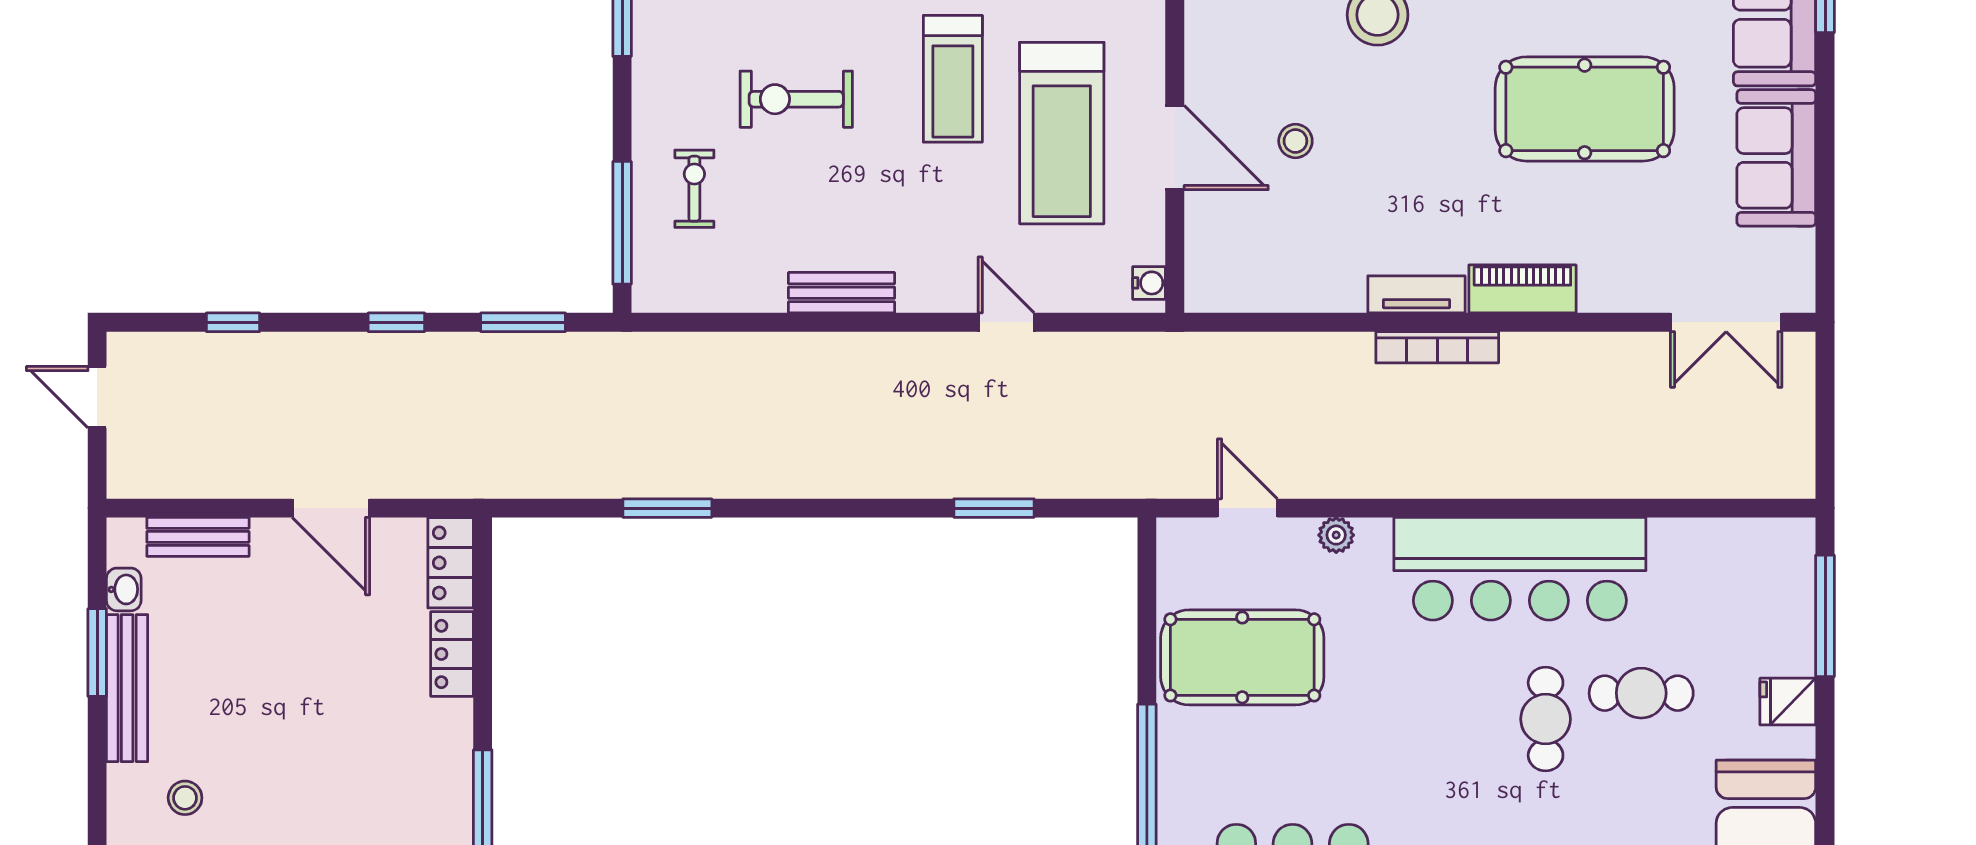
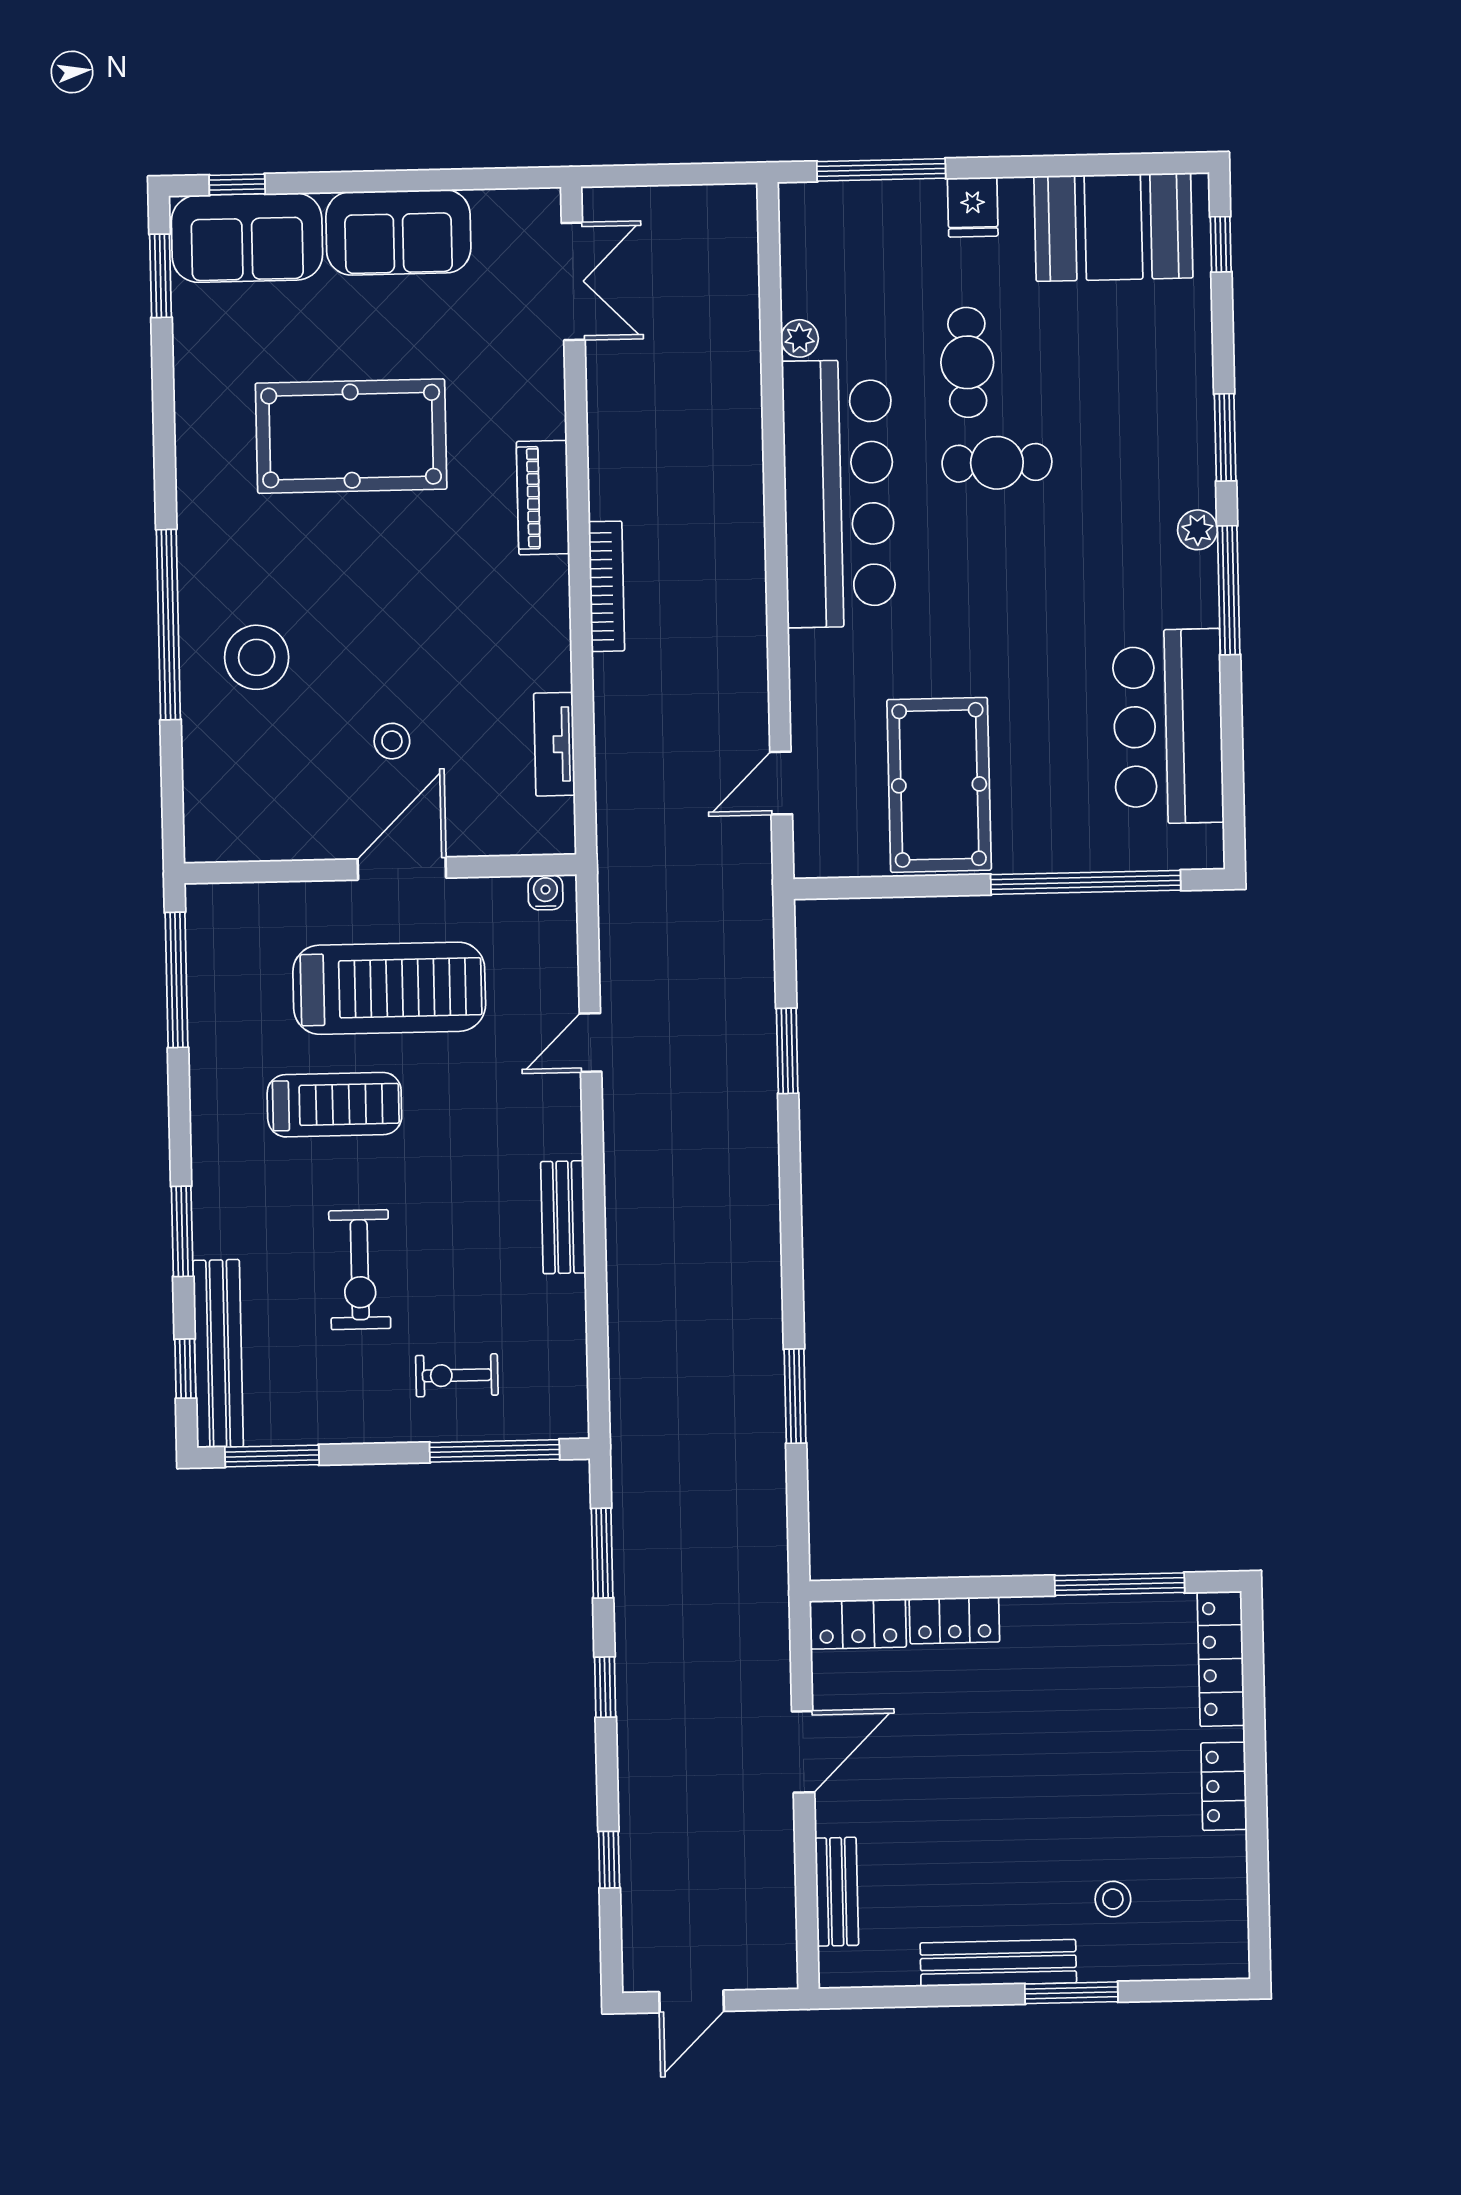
pool table: (1585, 109) -> (351, 436), turned 90
tv unit: (1416, 294) -> (554, 744), moved
plant: (1336, 535) -> (800, 338), moved
washbasin: (124, 589) -> (894, 1969), removed
window: (97, 653) -> (1071, 1993), moved

